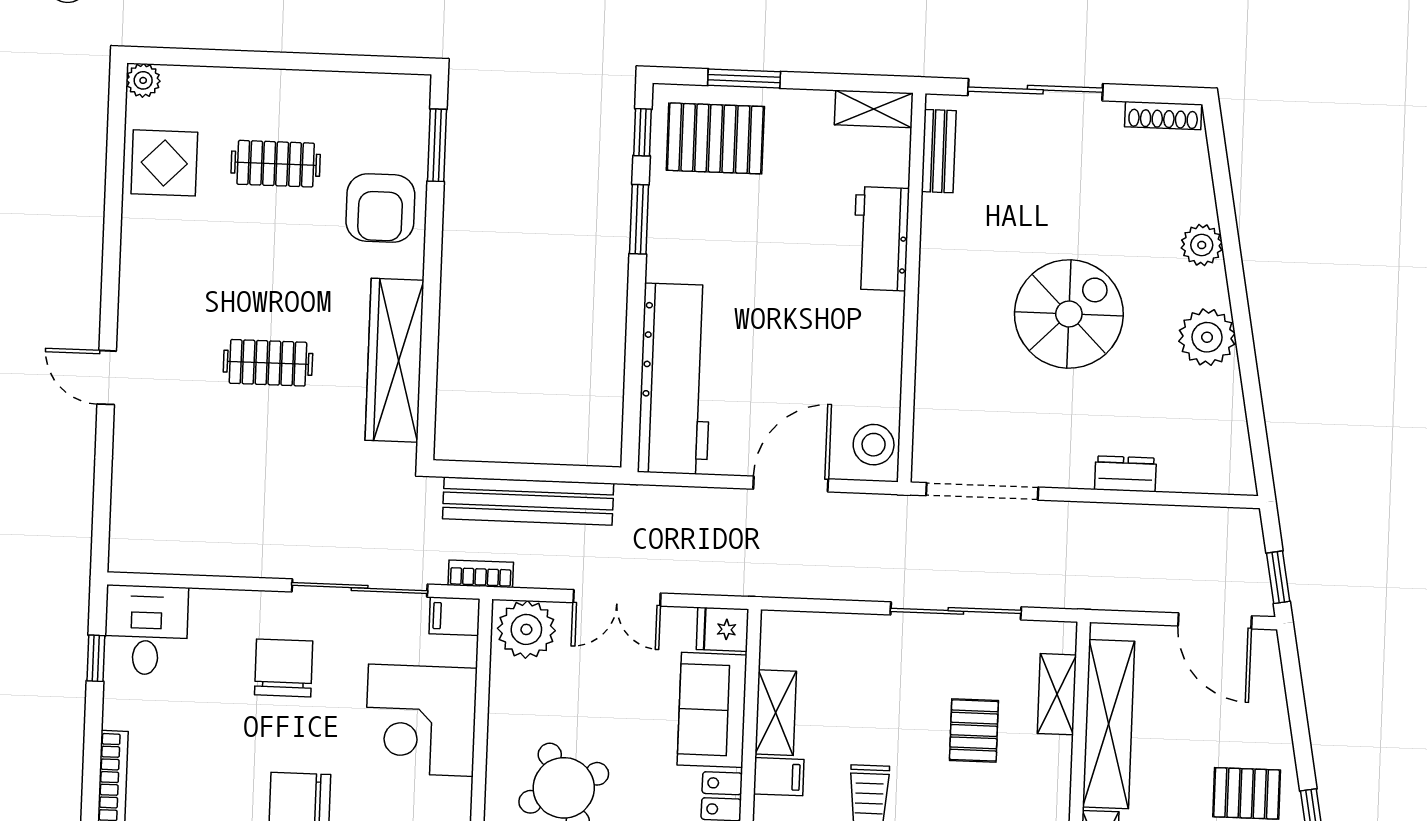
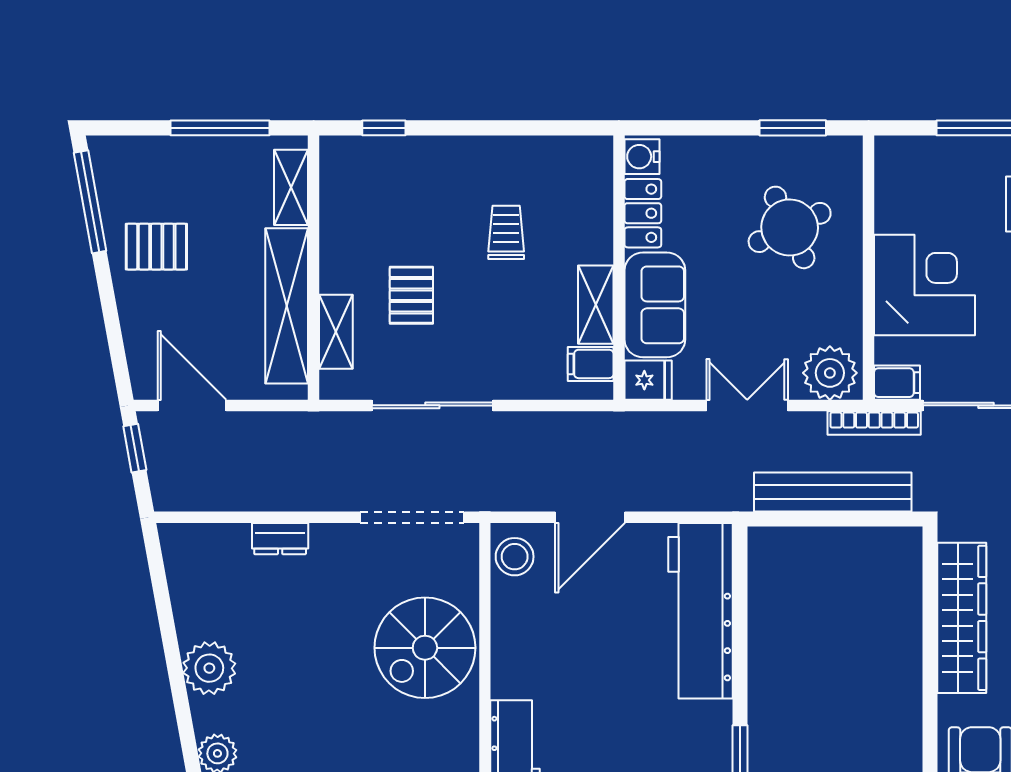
spiral stairs: (1069, 314) -> (425, 648), moved
bookcase: (481, 574) -> (874, 423), width x1.56
filing cabinet: (779, 777) -> (591, 364), moved

